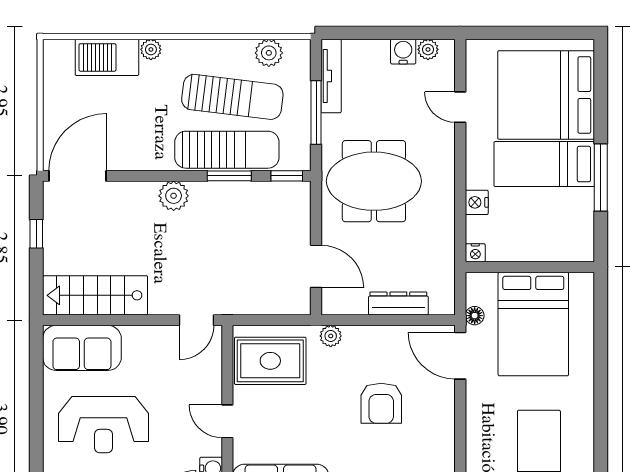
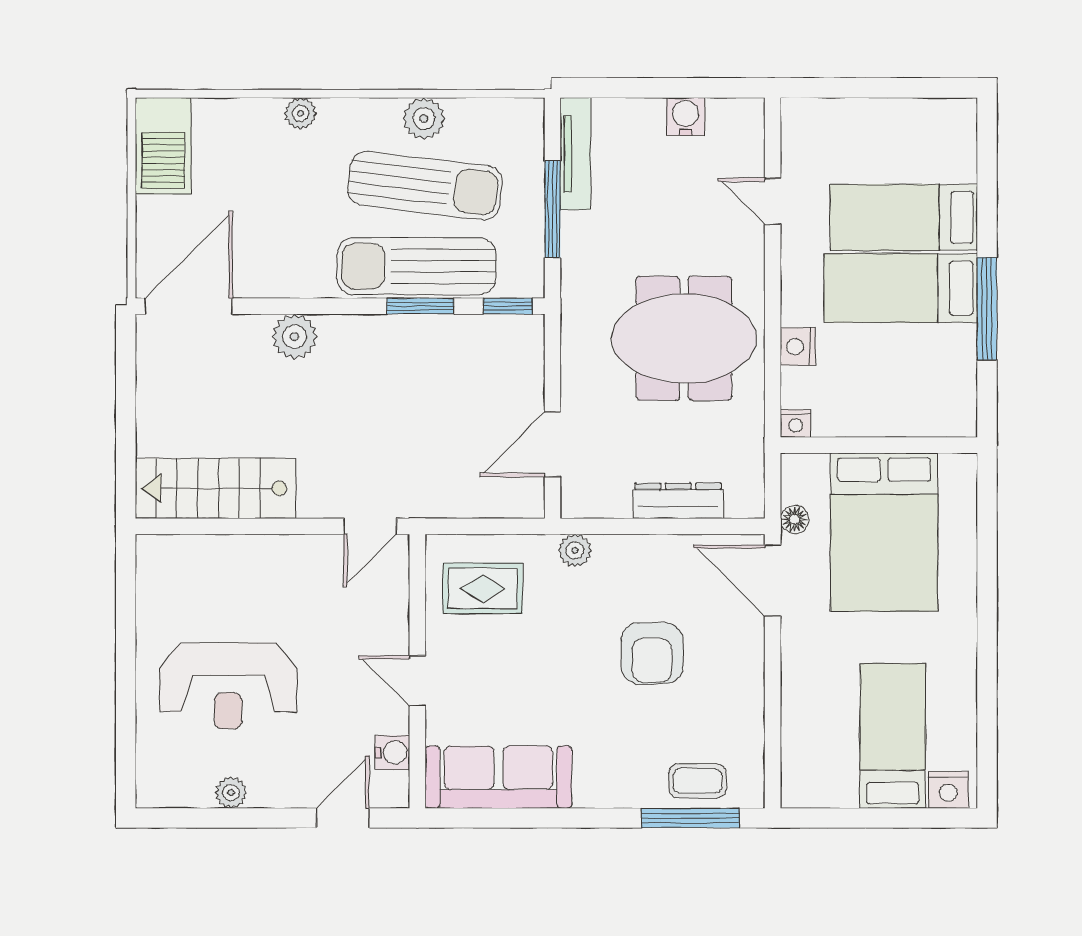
plant: (428, 49) -> (723, 113), removed
plant: (269, 53) -> (424, 119), moved
barbecue: (107, 57) -> (163, 146), moved, turned -90
bed: (546, 95) -> (904, 217), width x0.49
sun lounger: (227, 150) -> (417, 266), turned 180
meeting table: (374, 181) -> (684, 338), moved
plant: (174, 196) -> (294, 337), moved
window: (36, 234) -> (126, 394), removed
door: (316, 266) -> (553, 444), swing flipped
sofa: (82, 348) -> (195, 569), removed
rug: (270, 361) -> (483, 588), width x0.73, depth x0.70

